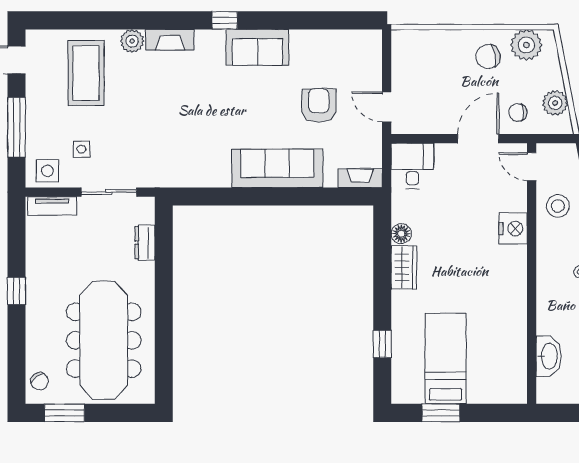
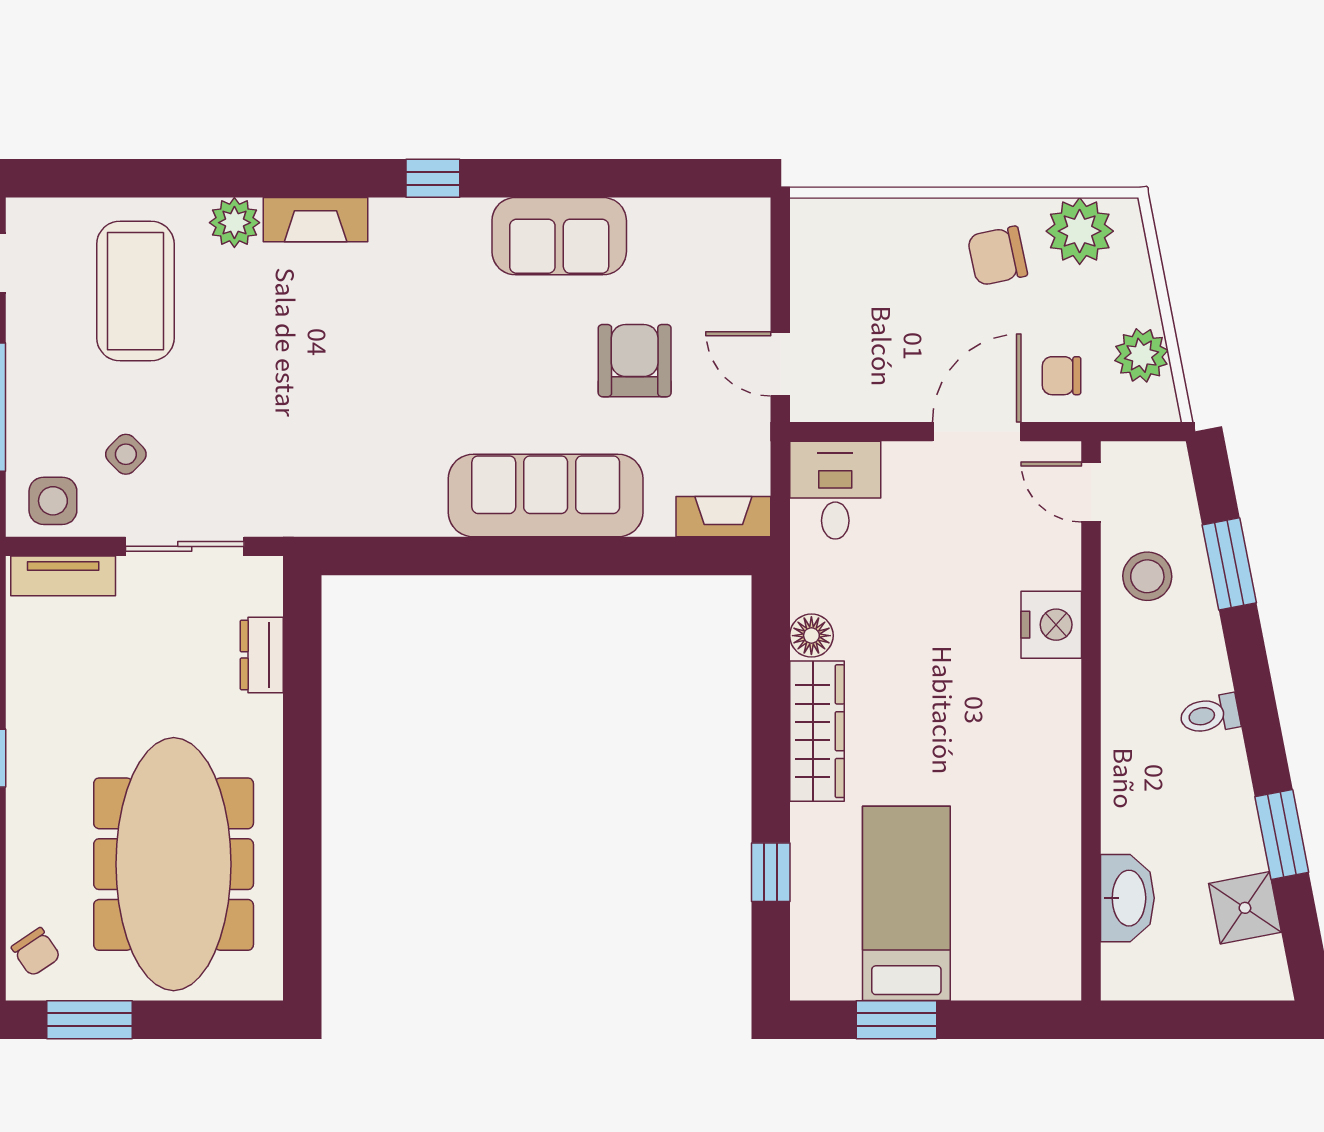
sofa: (257, 47) -> (559, 236), moved
side table: (81, 149) -> (126, 454), turned 45
wardrobe: (404, 267) -> (817, 731), width x1.50

